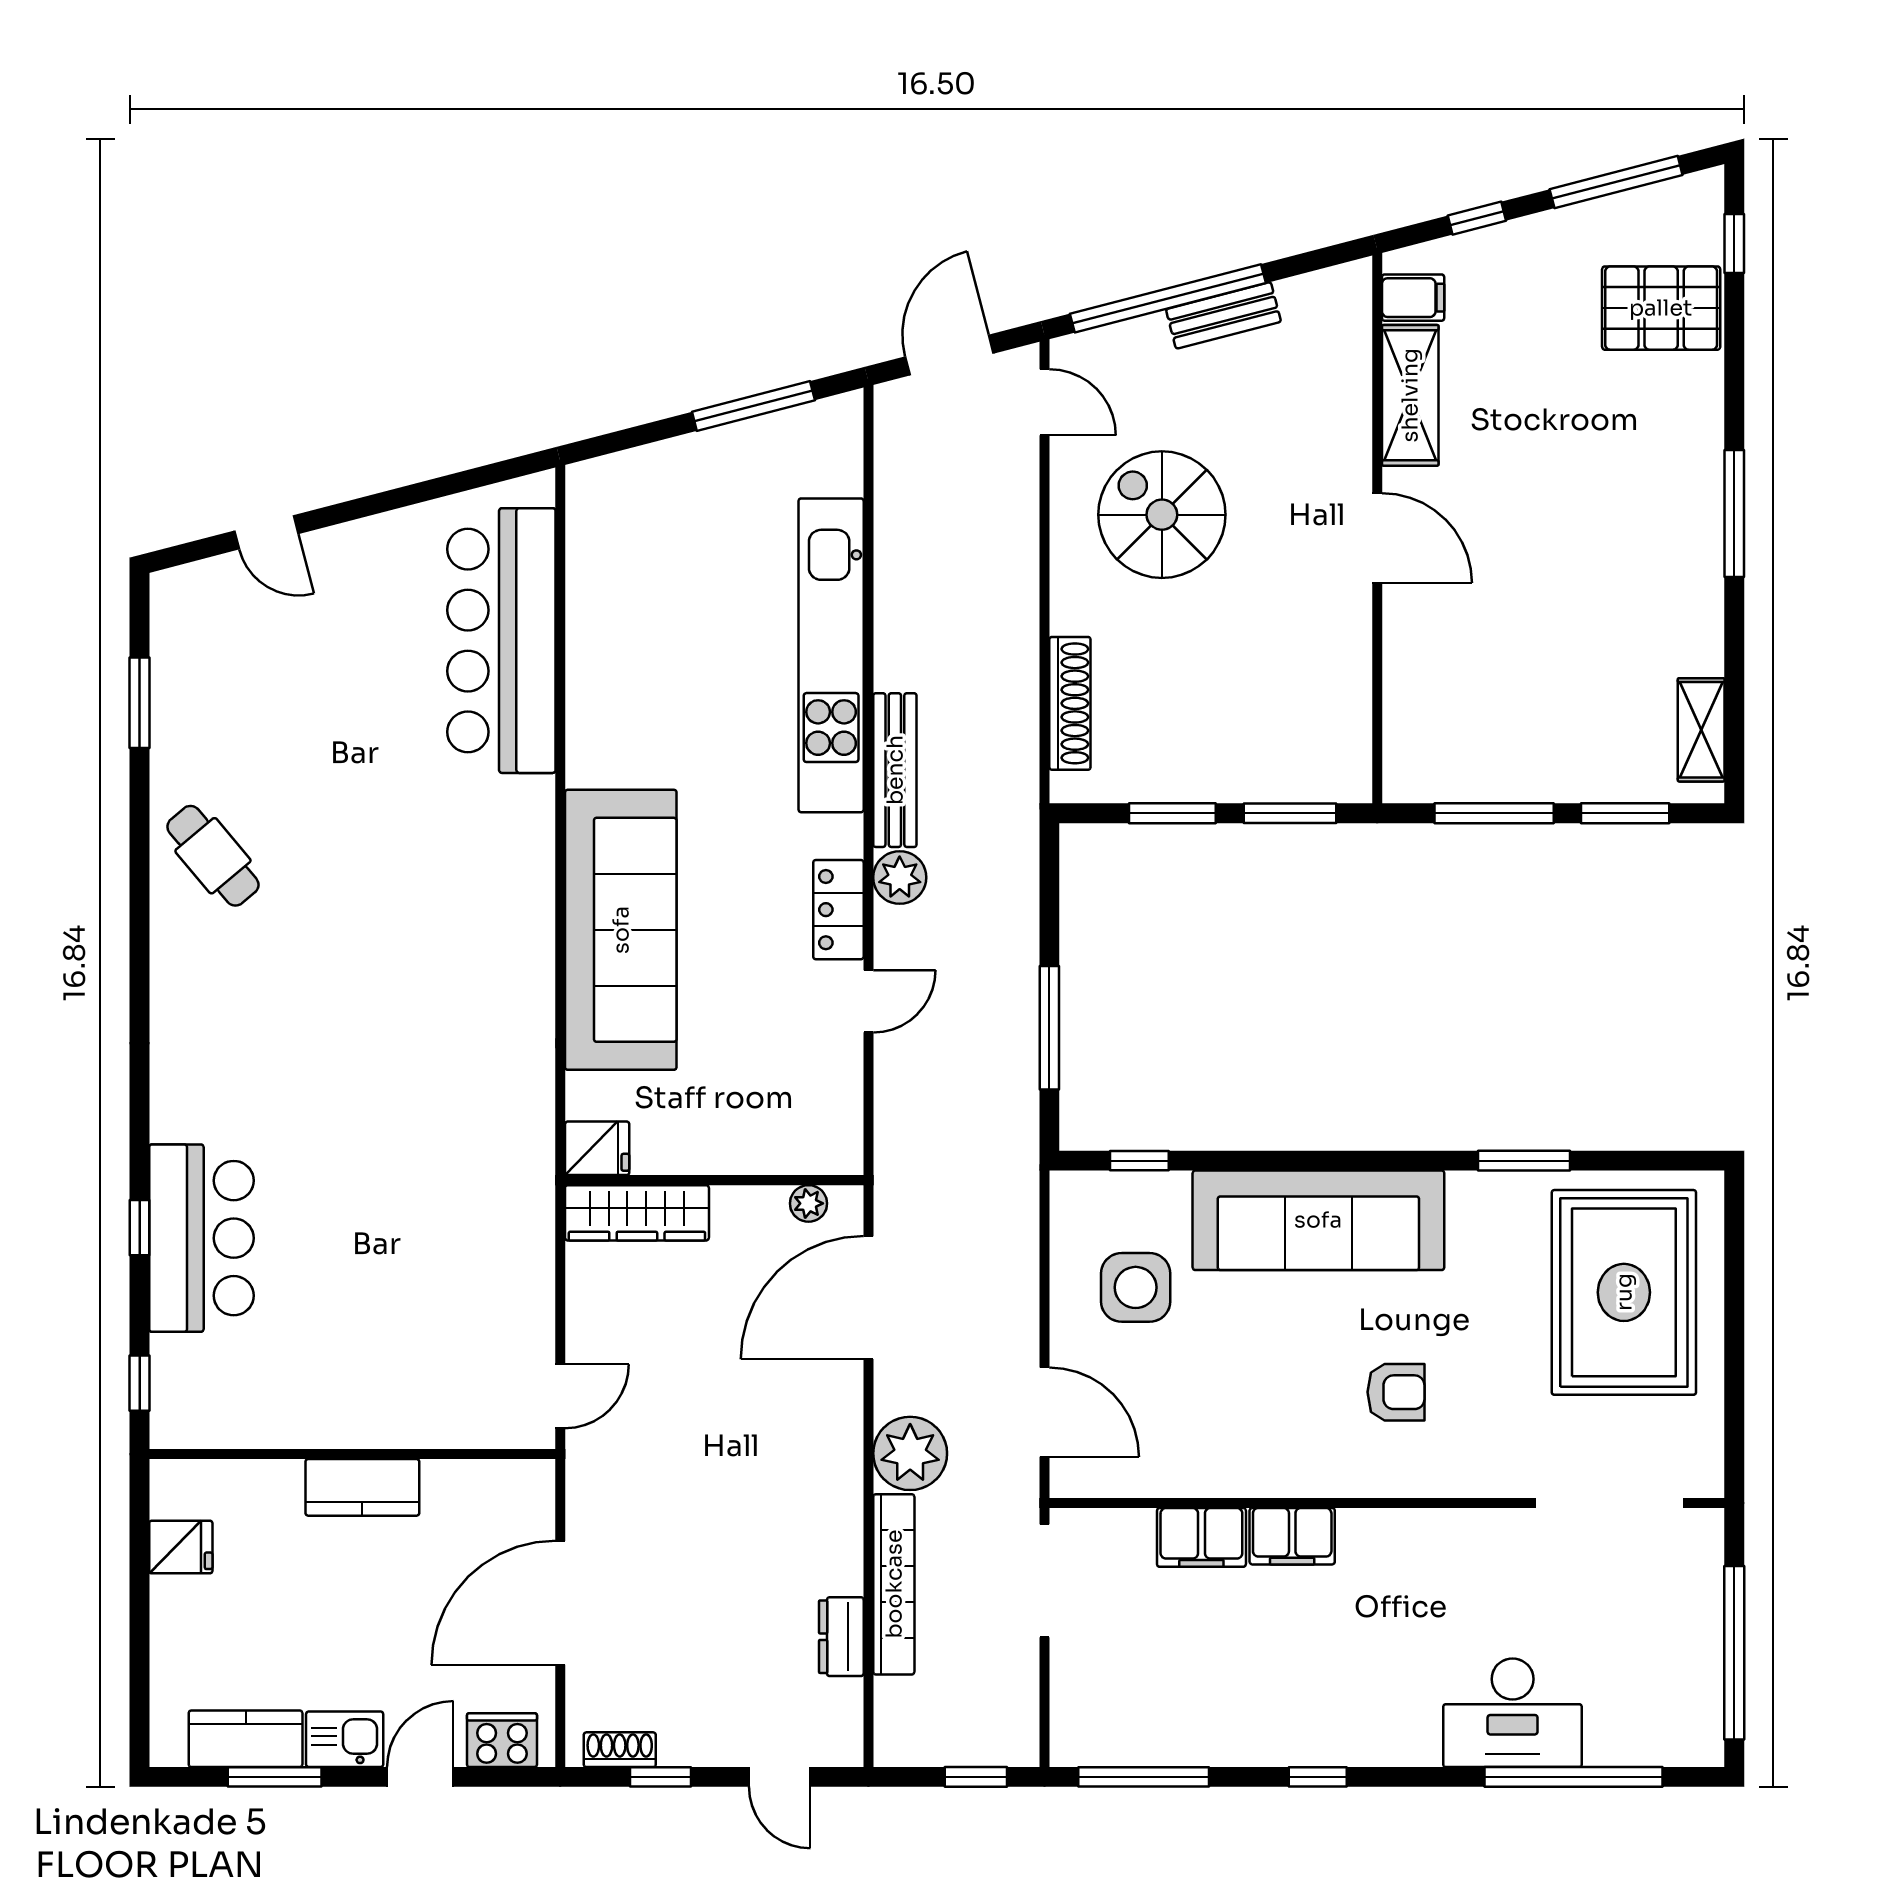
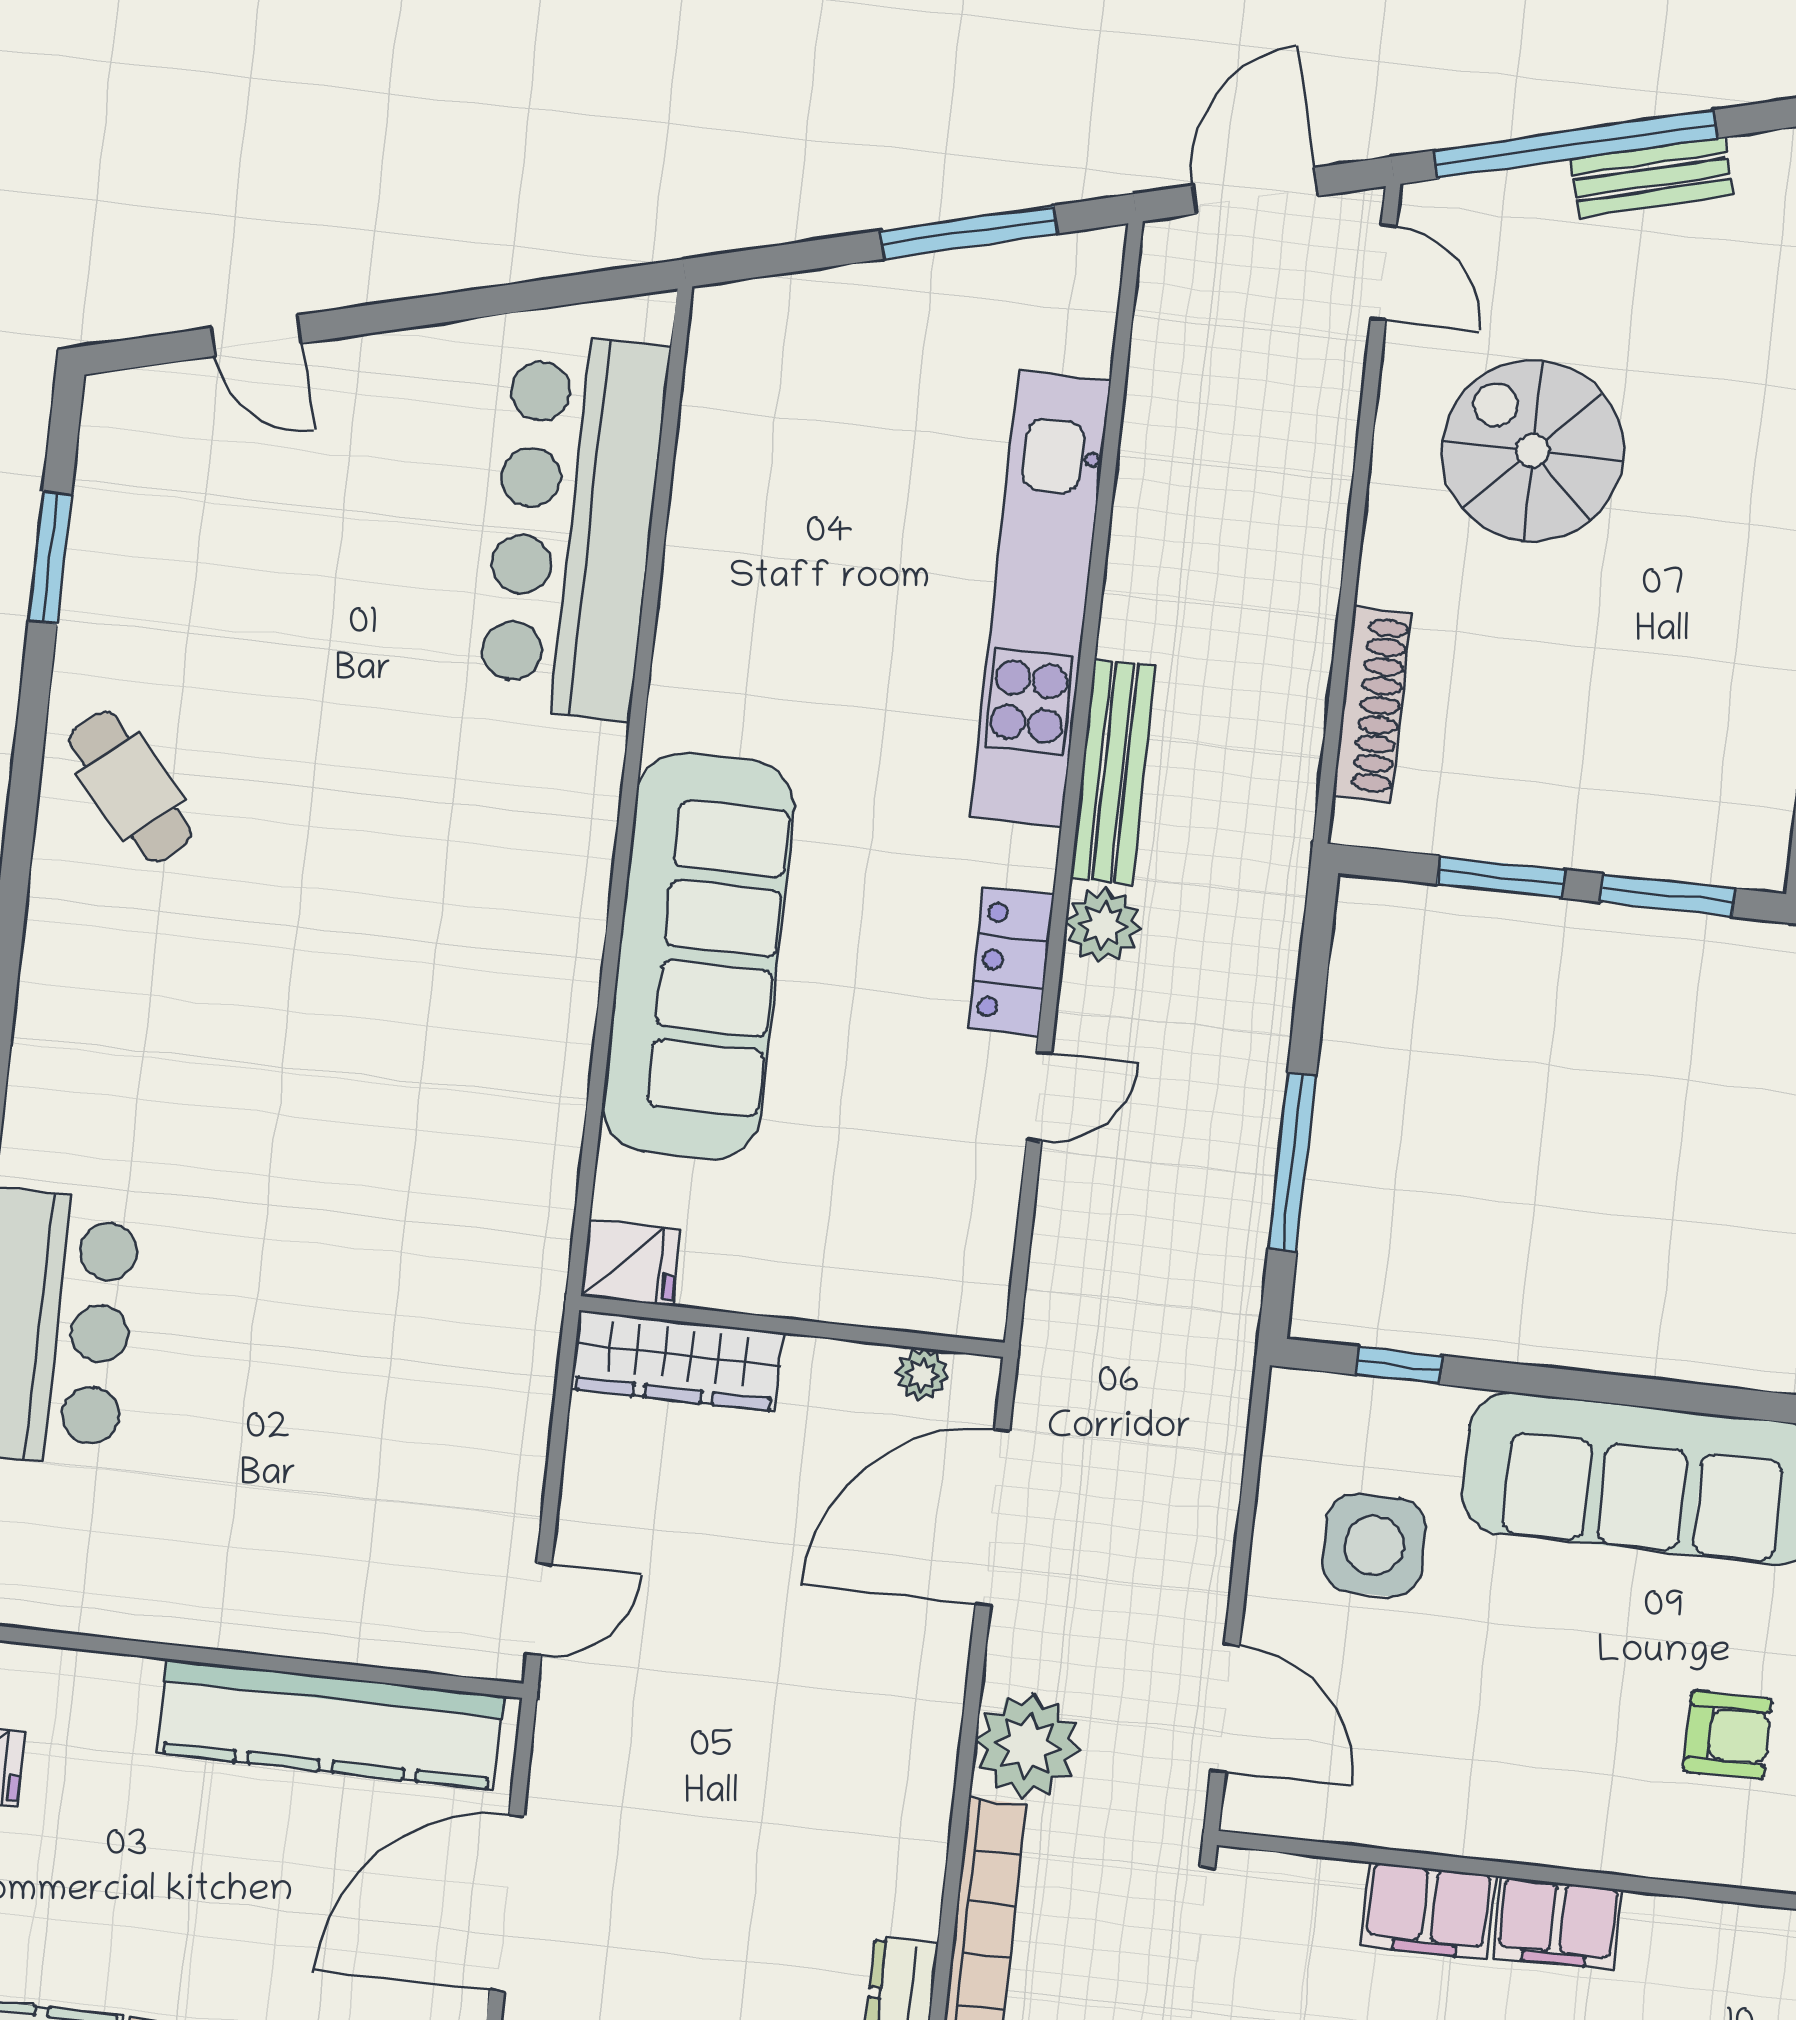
kitchen counter: (362, 1487) -> (330, 1724), width x2.08, depth x1.17

